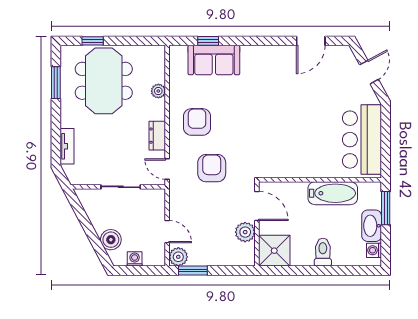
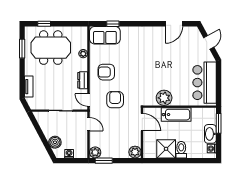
sofa: (214, 60) -> (105, 35), moved
meeting table: (104, 81) -> (51, 48), turned 90
armchair: (197, 122) -> (106, 72), turned -90
plant: (294, 165) -> (164, 98), added
bathtub: (333, 193) -> (176, 115), moved
door: (167, 232) -> (89, 124), moved
plant: (245, 232) -> (135, 152), moved
shower: (274, 251) -> (166, 149), moved

